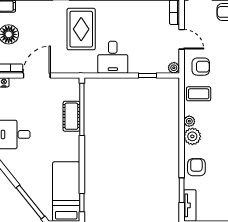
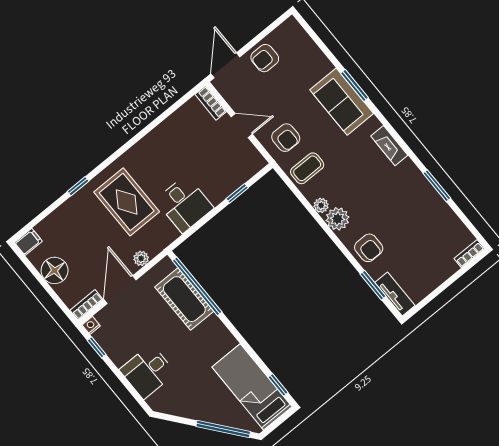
armchair: (201, 67) -> (286, 138), turned 90
plant: (174, 68) -> (141, 258), moved
cot: (71, 116) -> (184, 299), width x1.37, depth x1.34
armchair: (196, 167) -> (369, 248), turned 180

